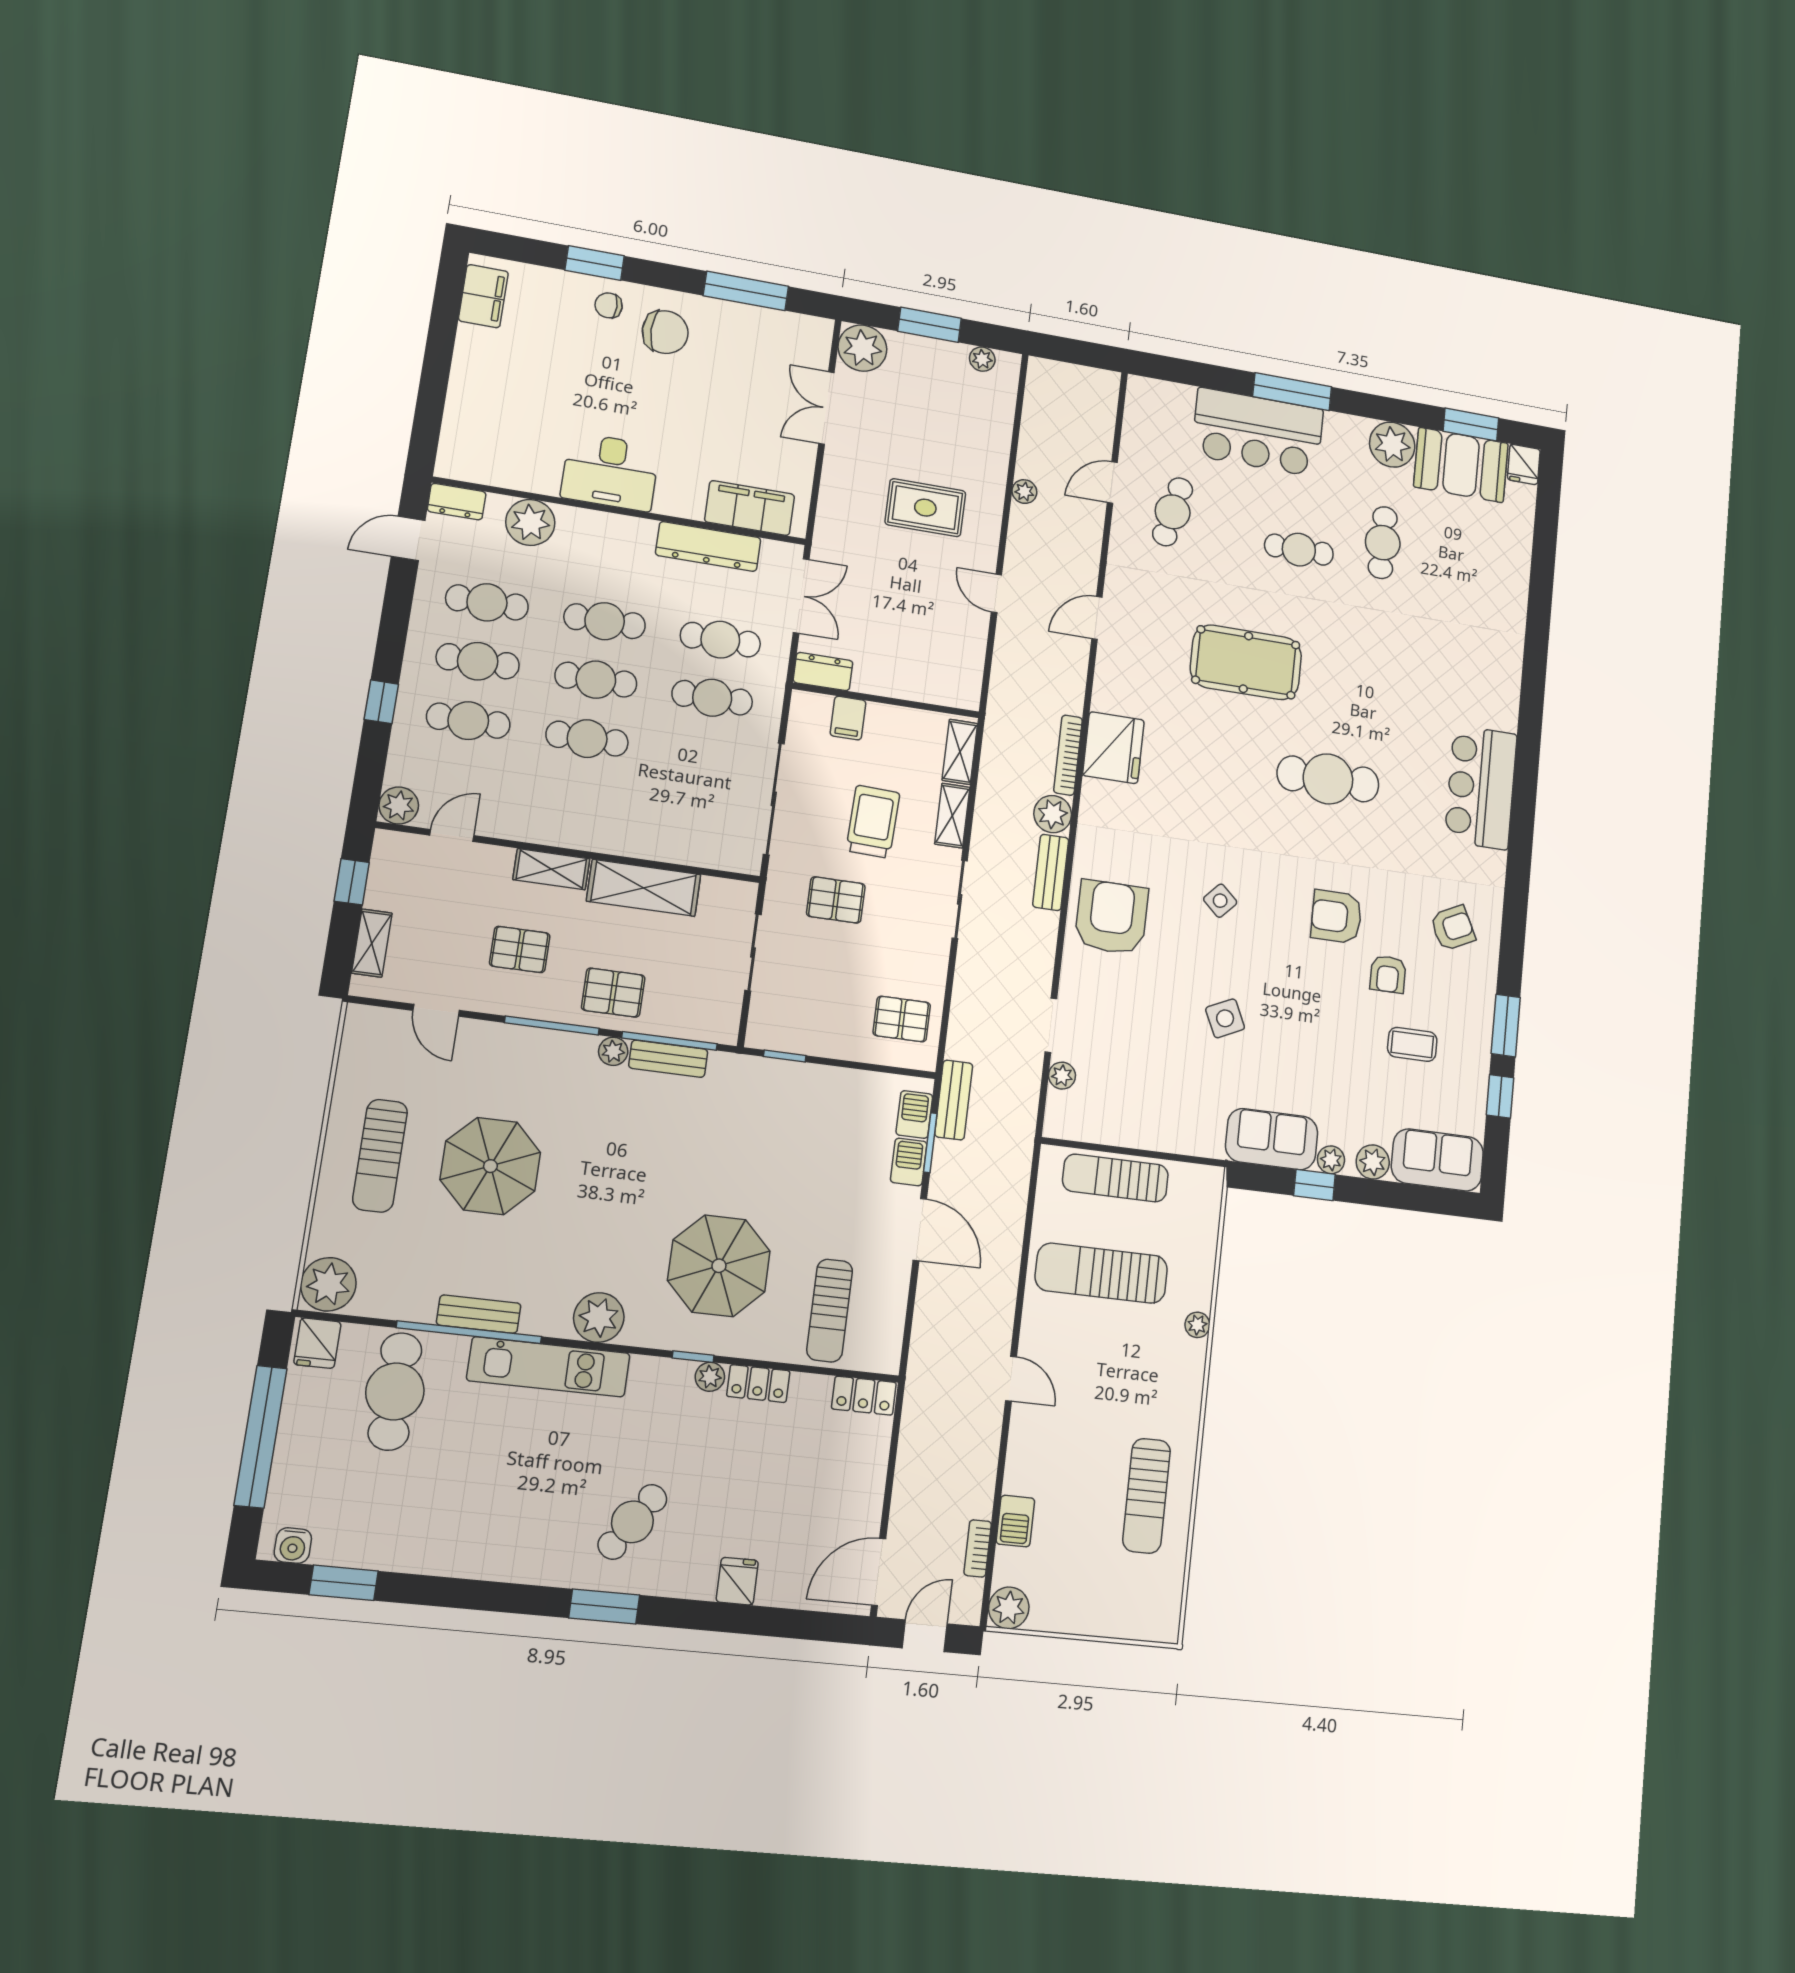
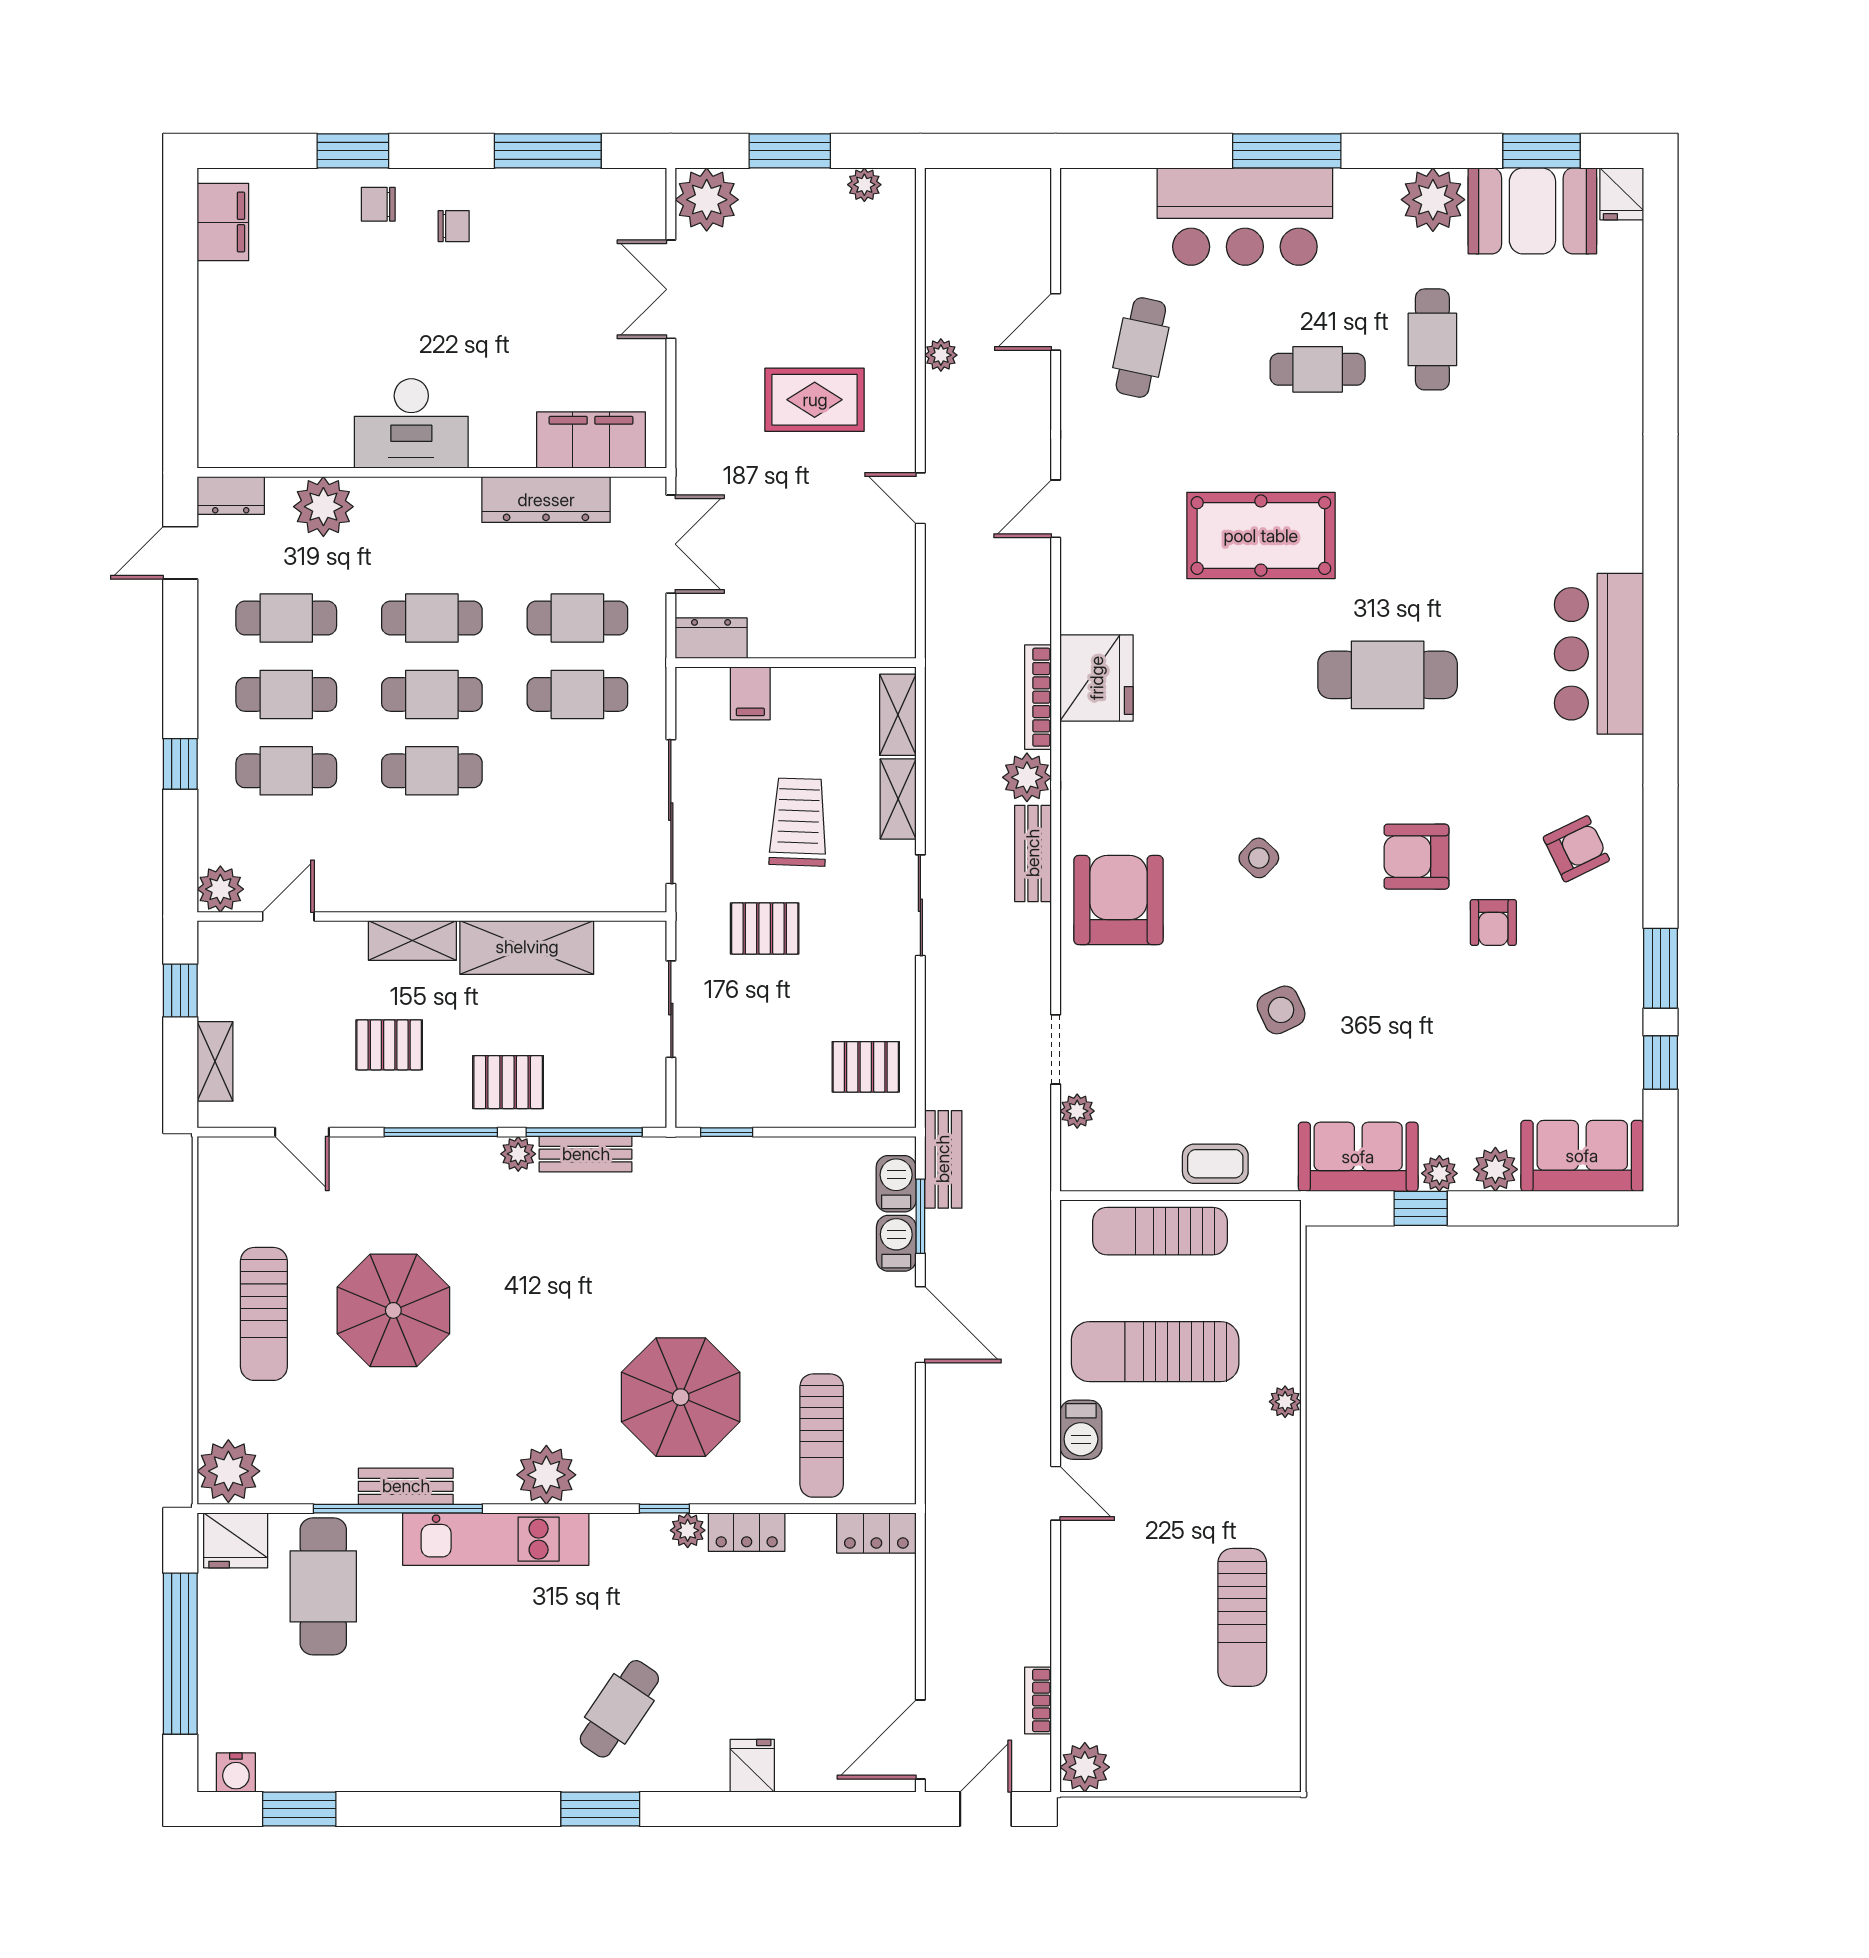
chair: (665, 332) -> (454, 226), width x0.54, depth x0.54
coffee table: (1412, 1044) -> (1215, 1164), moved
fridge: (317, 1343) -> (236, 1540), width x1.38
barbecue: (1015, 1521) -> (1081, 1430), moved

